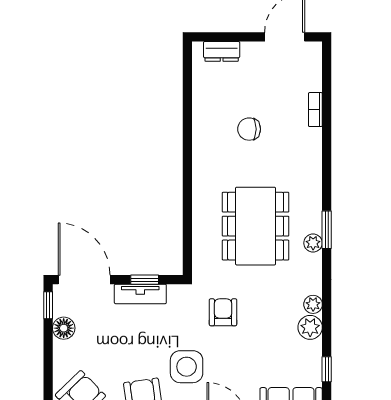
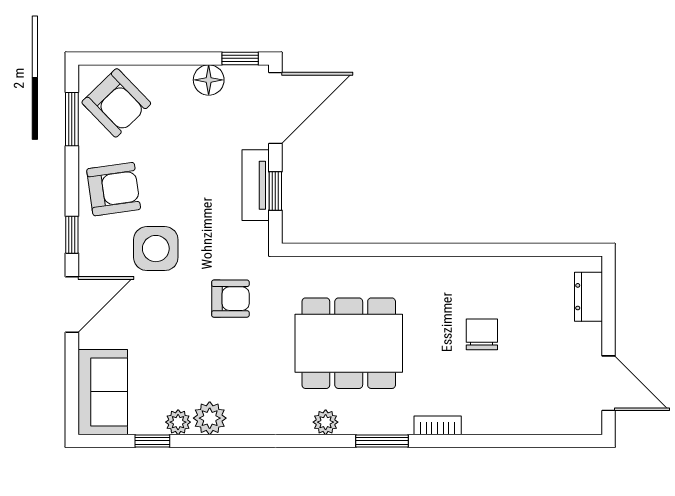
bookcase: (315, 110) -> (438, 425), moved
window: (327, 230) -> (382, 441), moved
plant: (313, 304) -> (178, 422), moved

